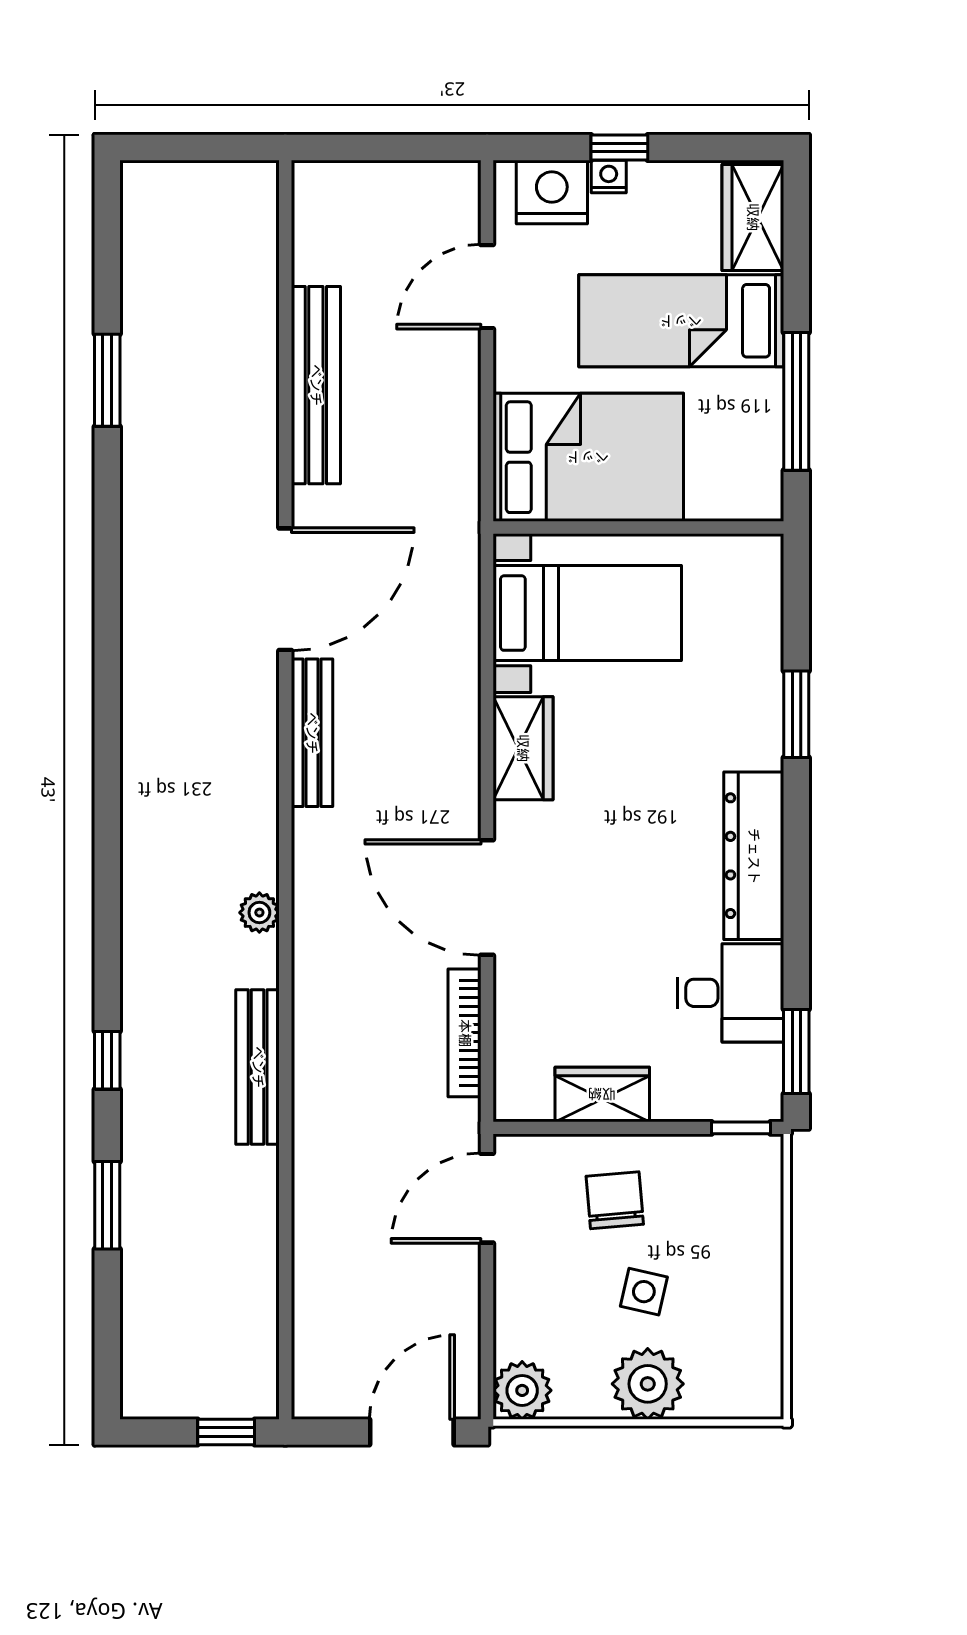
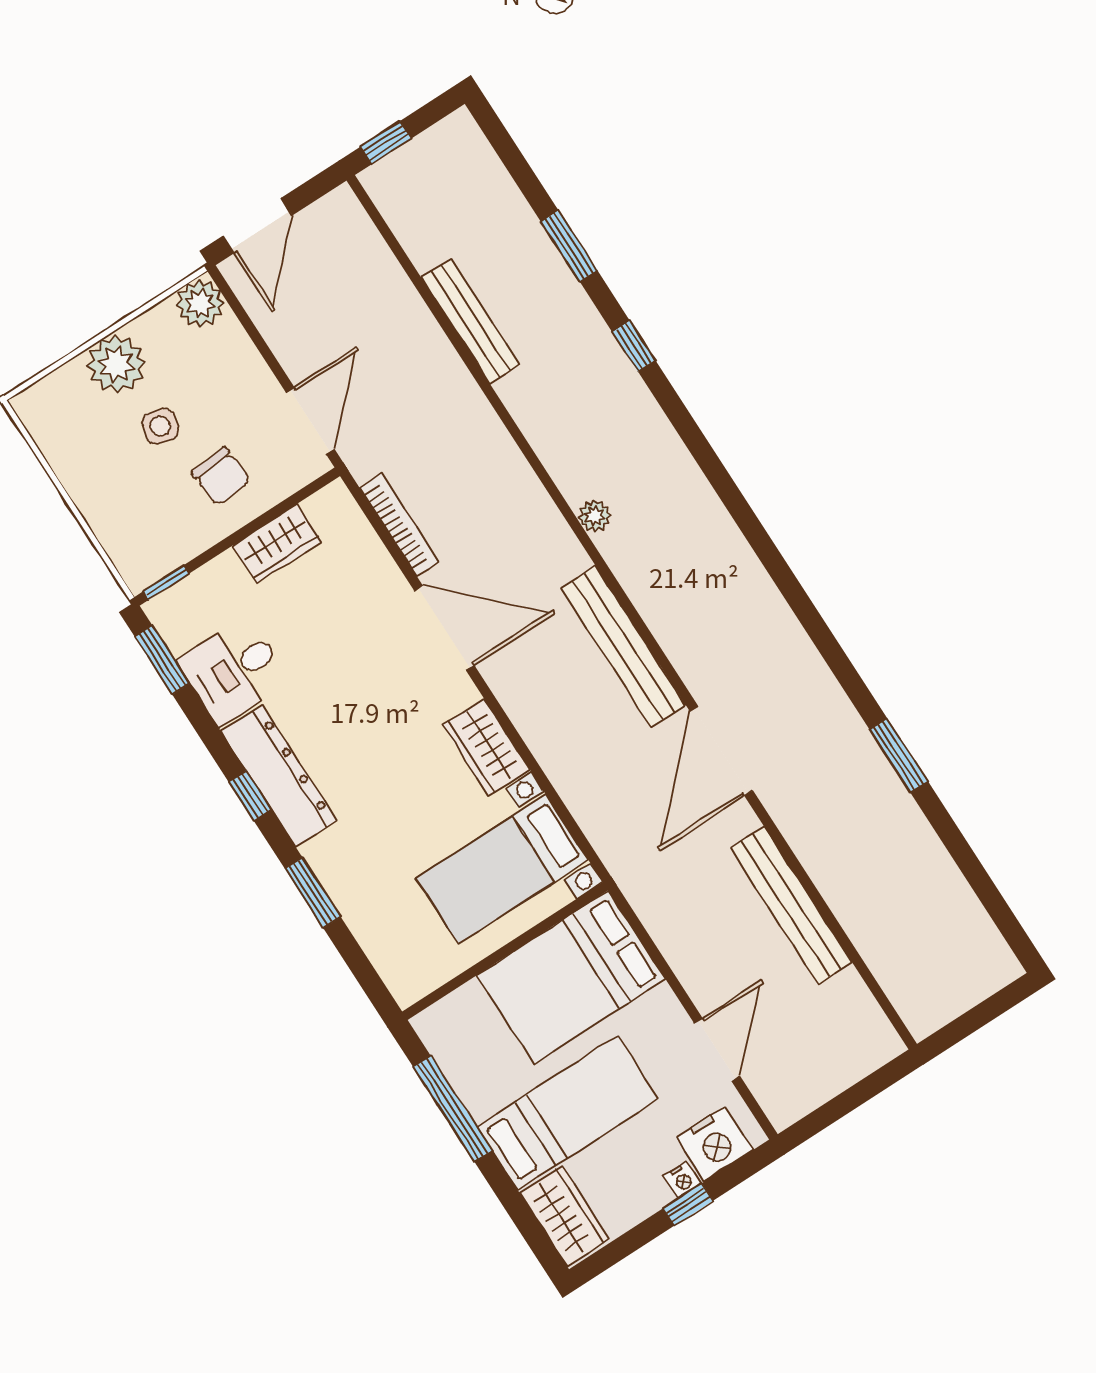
window: (107, 380) -> (899, 755), moved
bench: (312, 733) -> (624, 647), width x1.37, depth x1.21
window: (796, 855) -> (250, 796), added
bench: (258, 1067) -> (471, 321), moved

